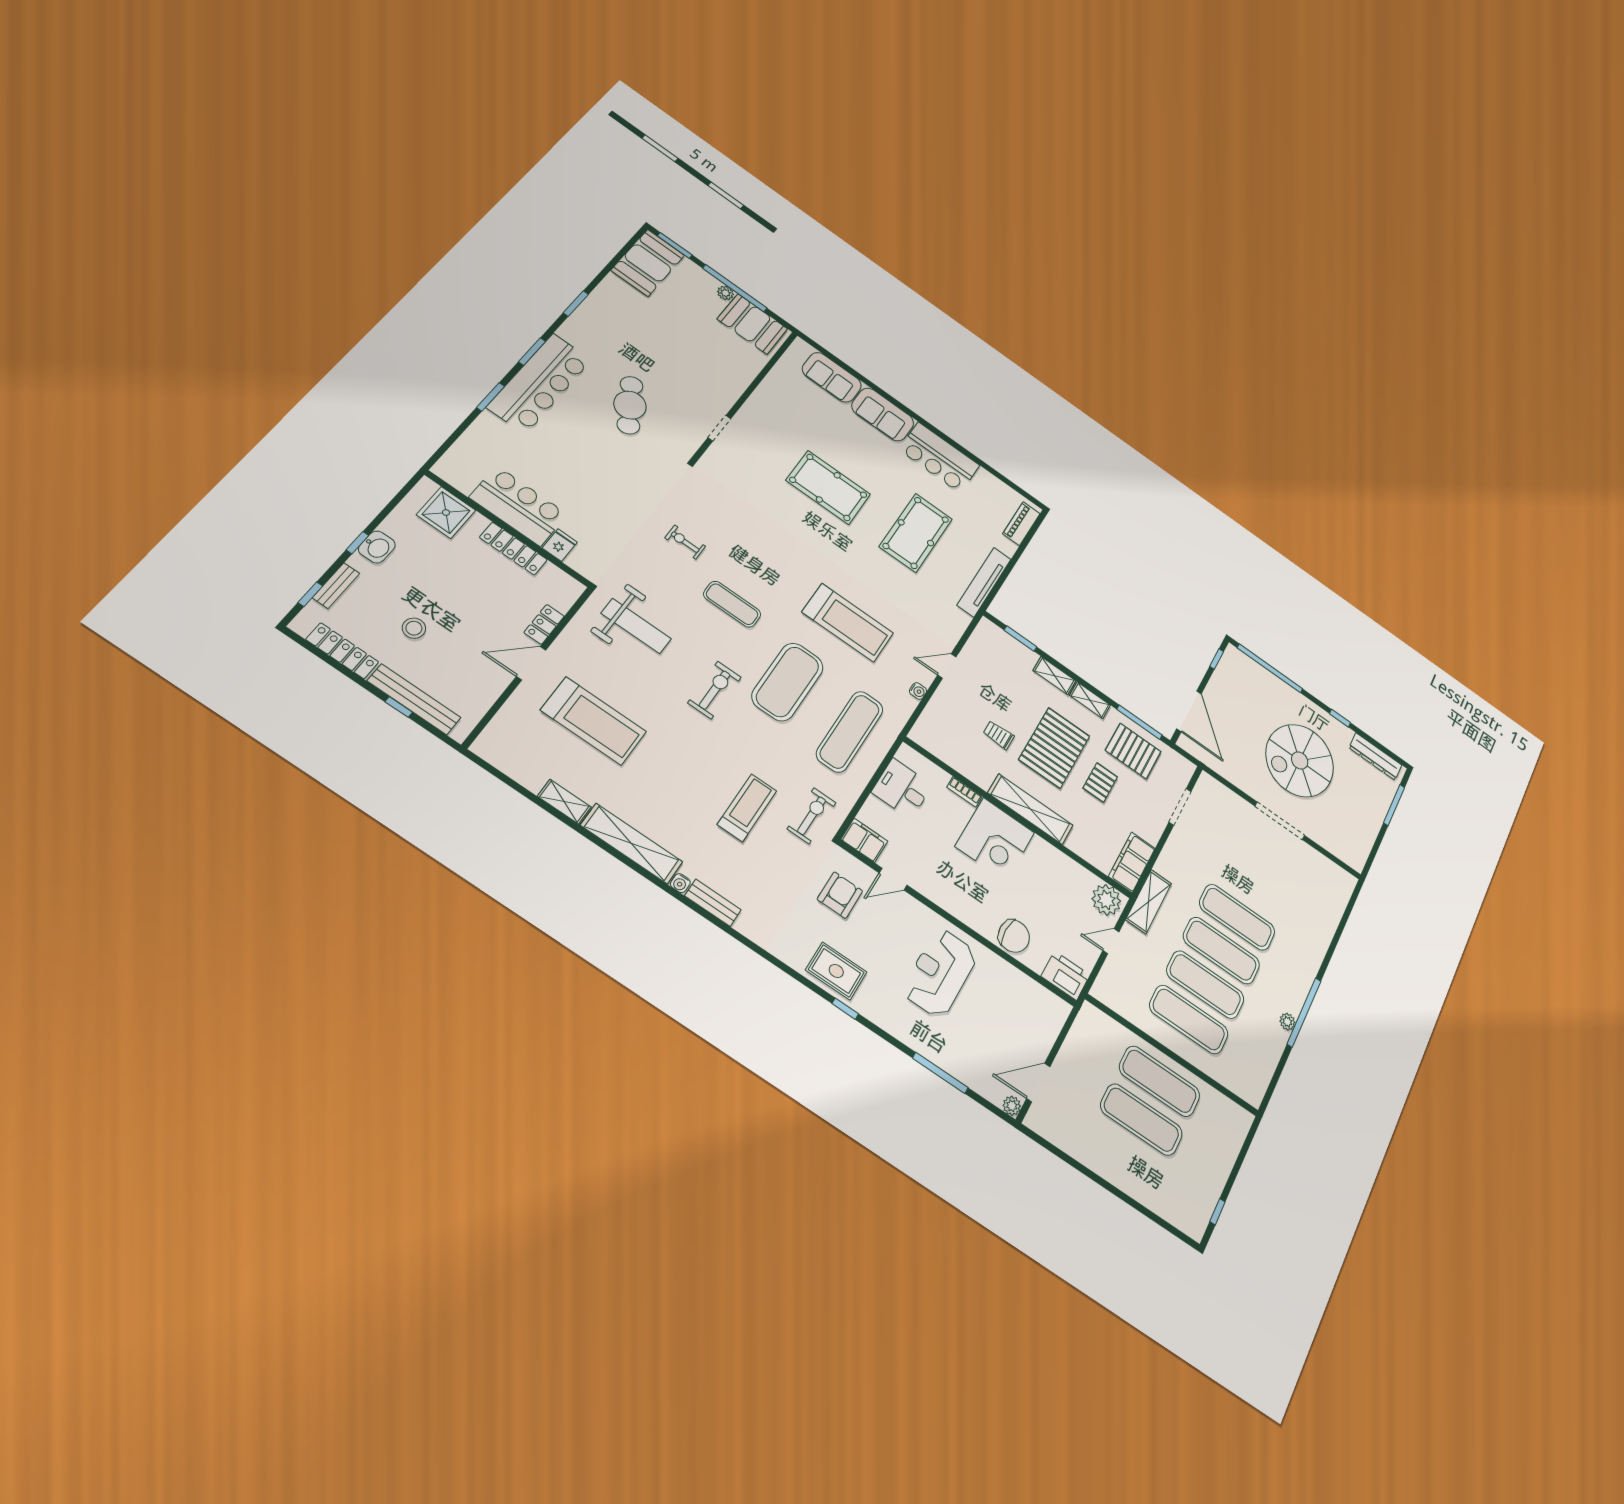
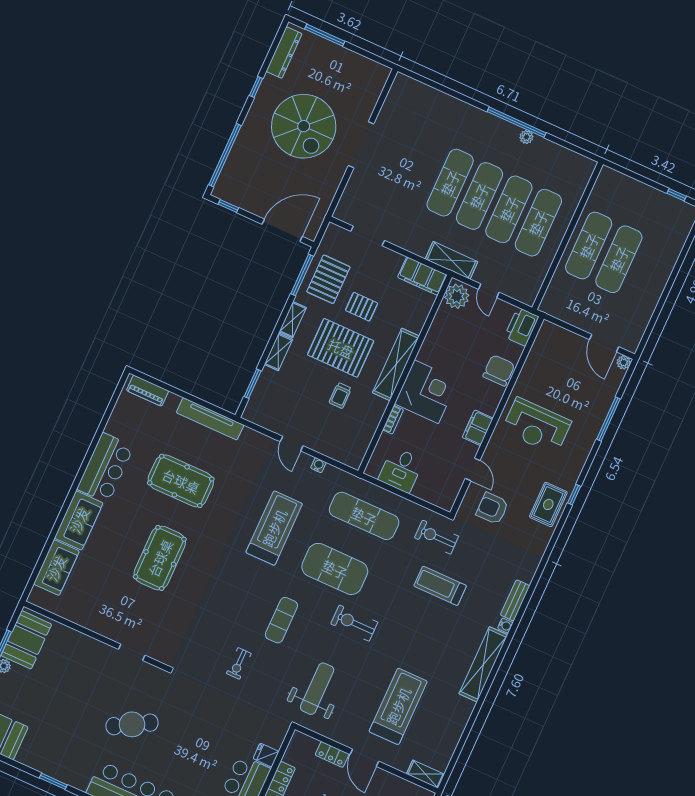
shelving: (564, 802) -> (425, 774), moved, turned 90
filing cabinet: (864, 840) -> (478, 428), moved

